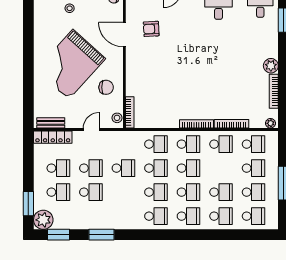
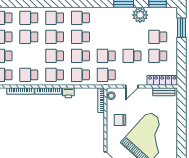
printer: (171, 122) -> (68, 93), added
school desk: (91, 192) -> (106, 75), moved
plant: (43, 220) -> (140, 15), moved

